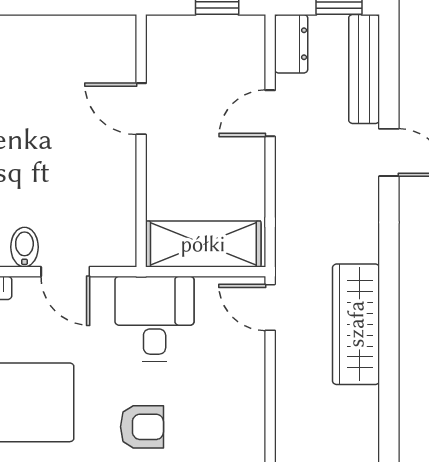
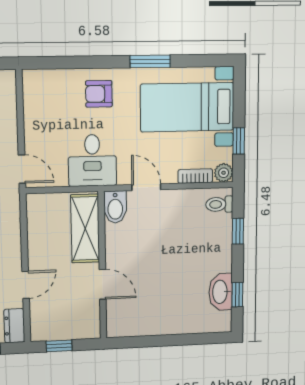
shelving: (203, 244) -> (85, 229), moved, turned 90
bidet: (24, 247) -> (115, 207), moved, width x1.38, depth x1.36

